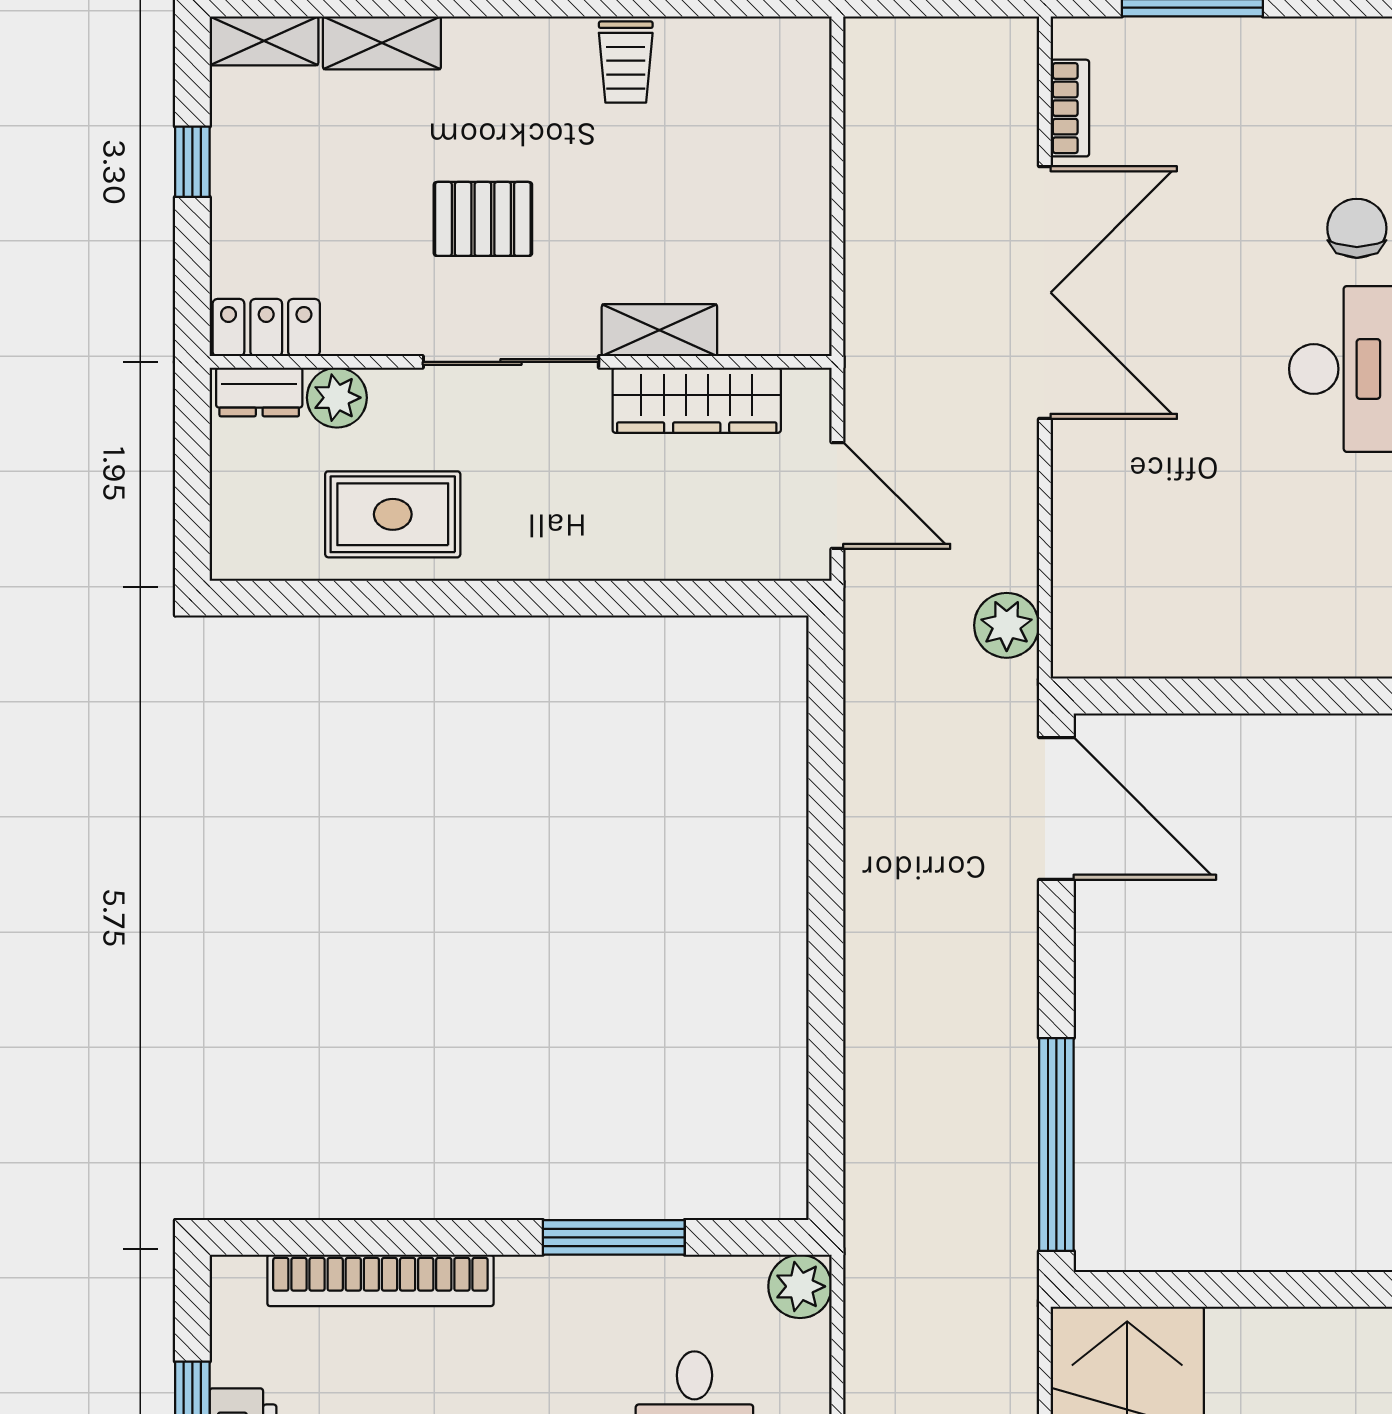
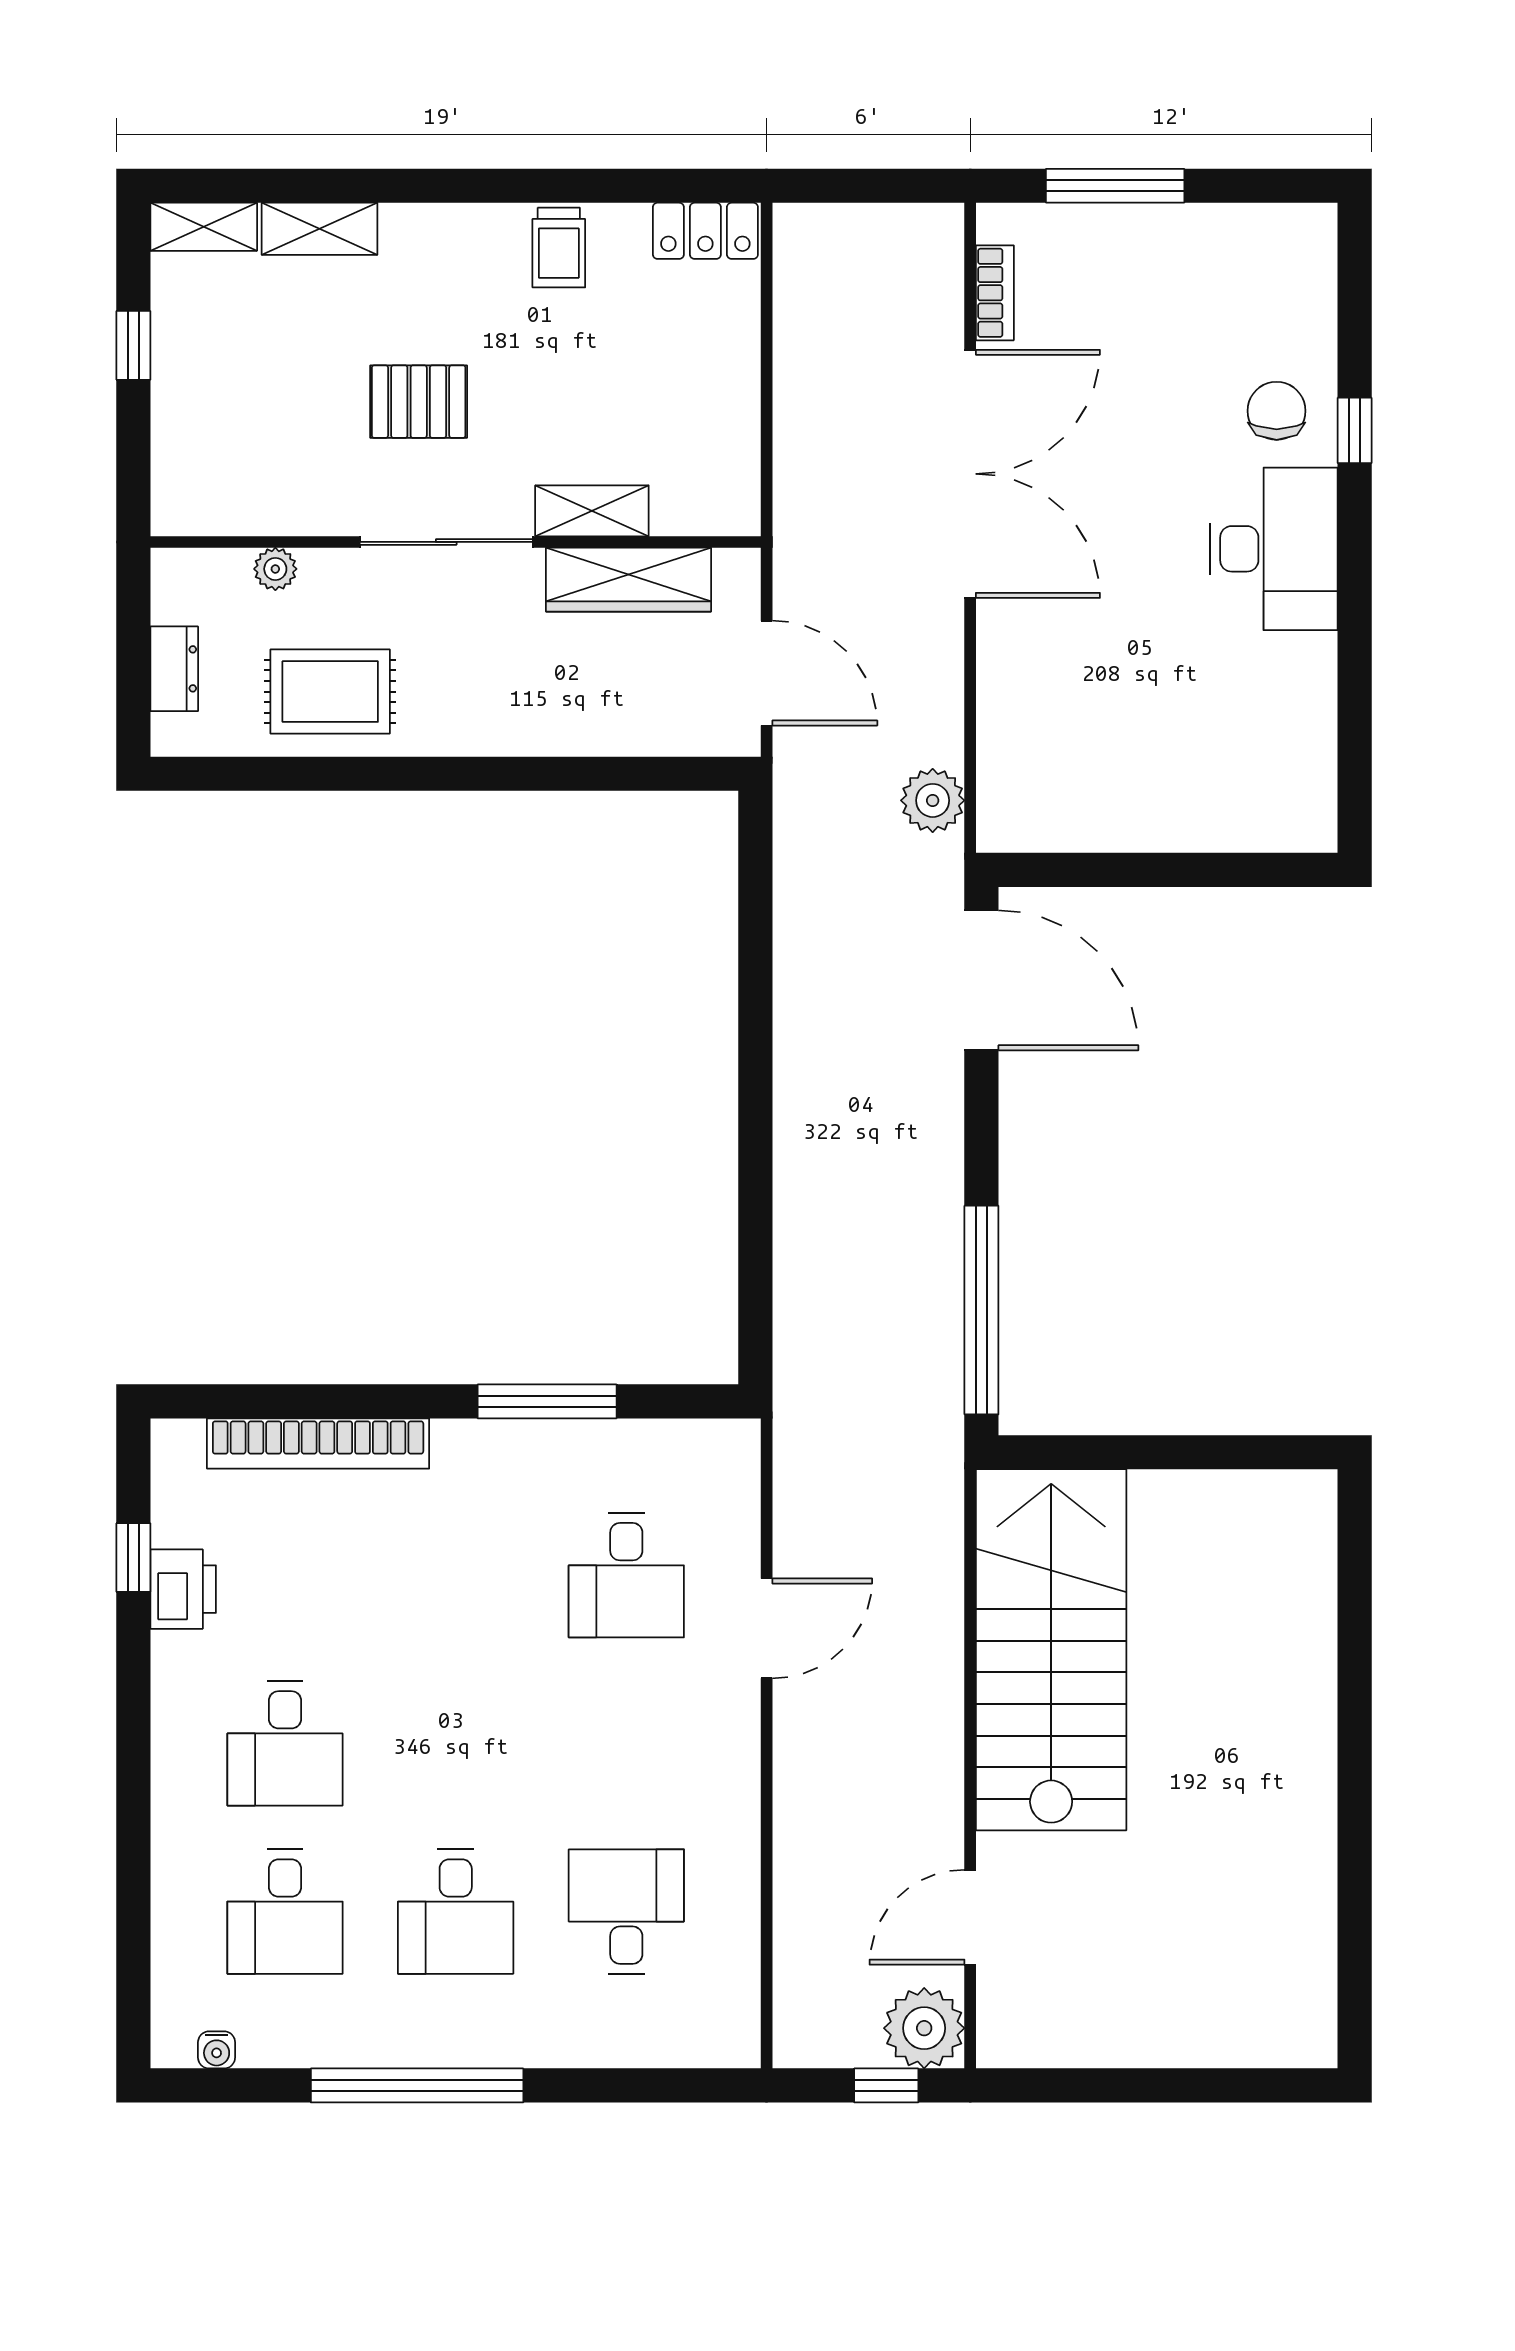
locker: (266, 328) -> (705, 231), moved, turned 180
dresser: (259, 392) -> (174, 669), moved, turned -90
plant: (337, 398) -> (275, 569), width x0.73, depth x0.73
plant: (800, 1286) -> (730, 1449), removed

